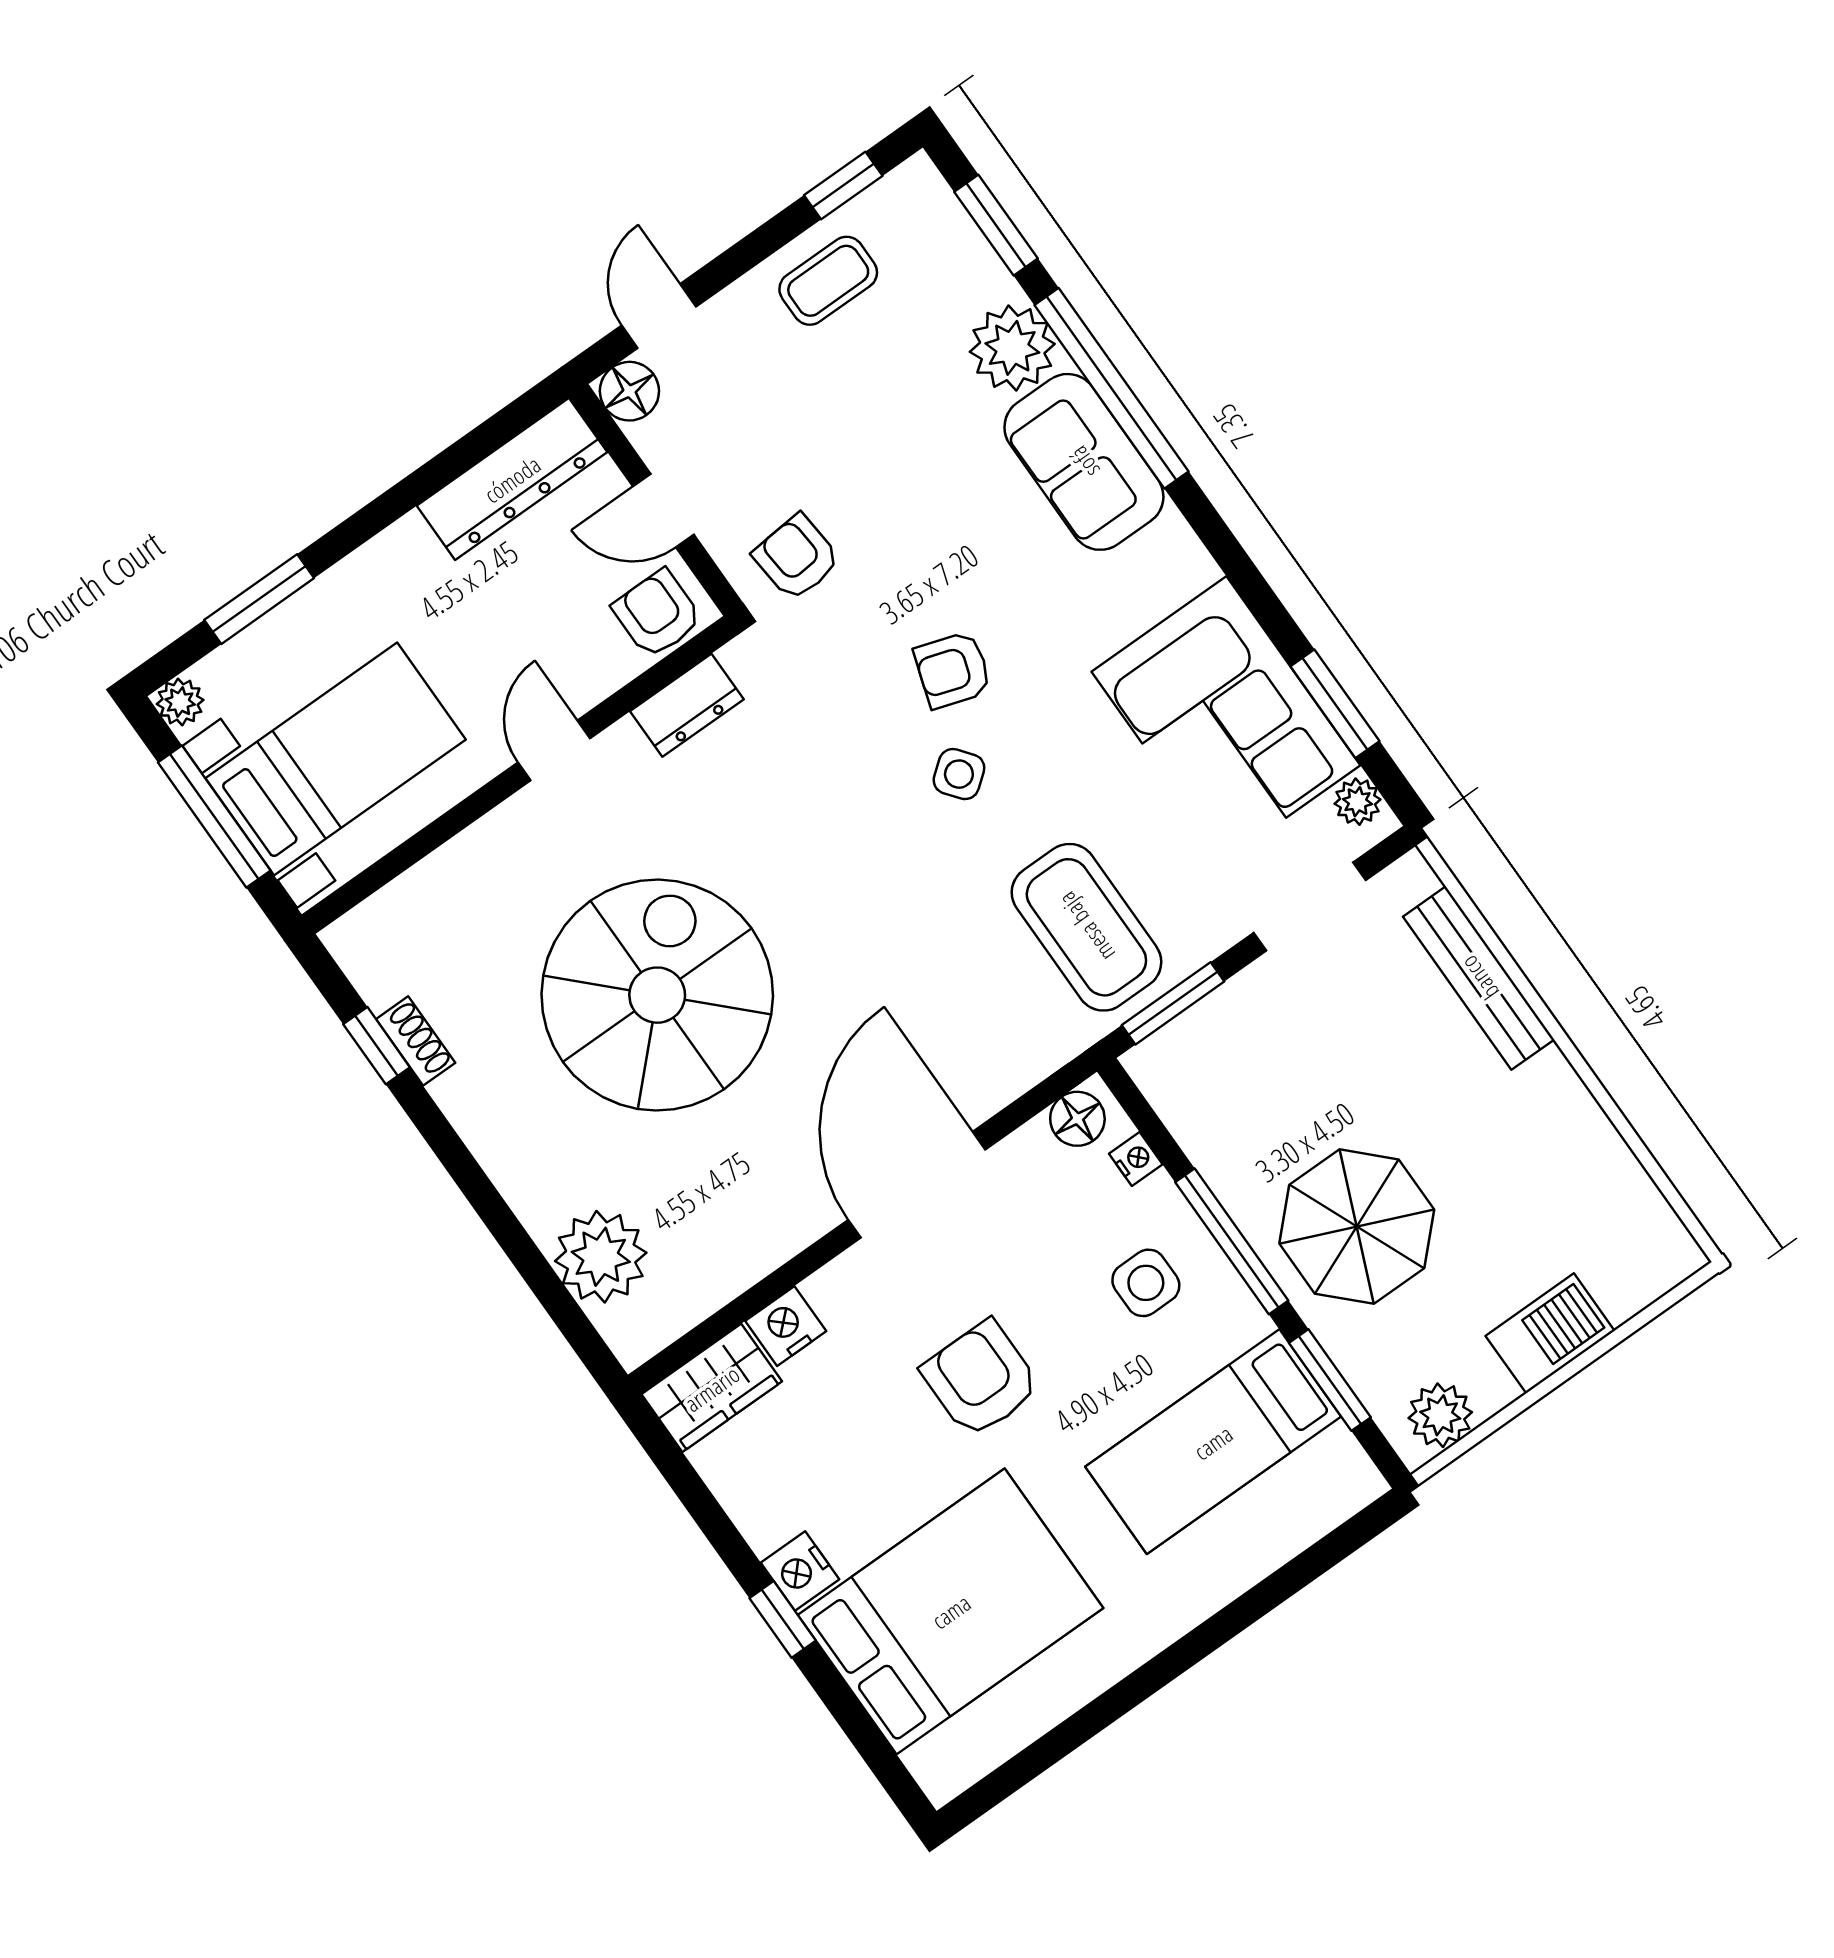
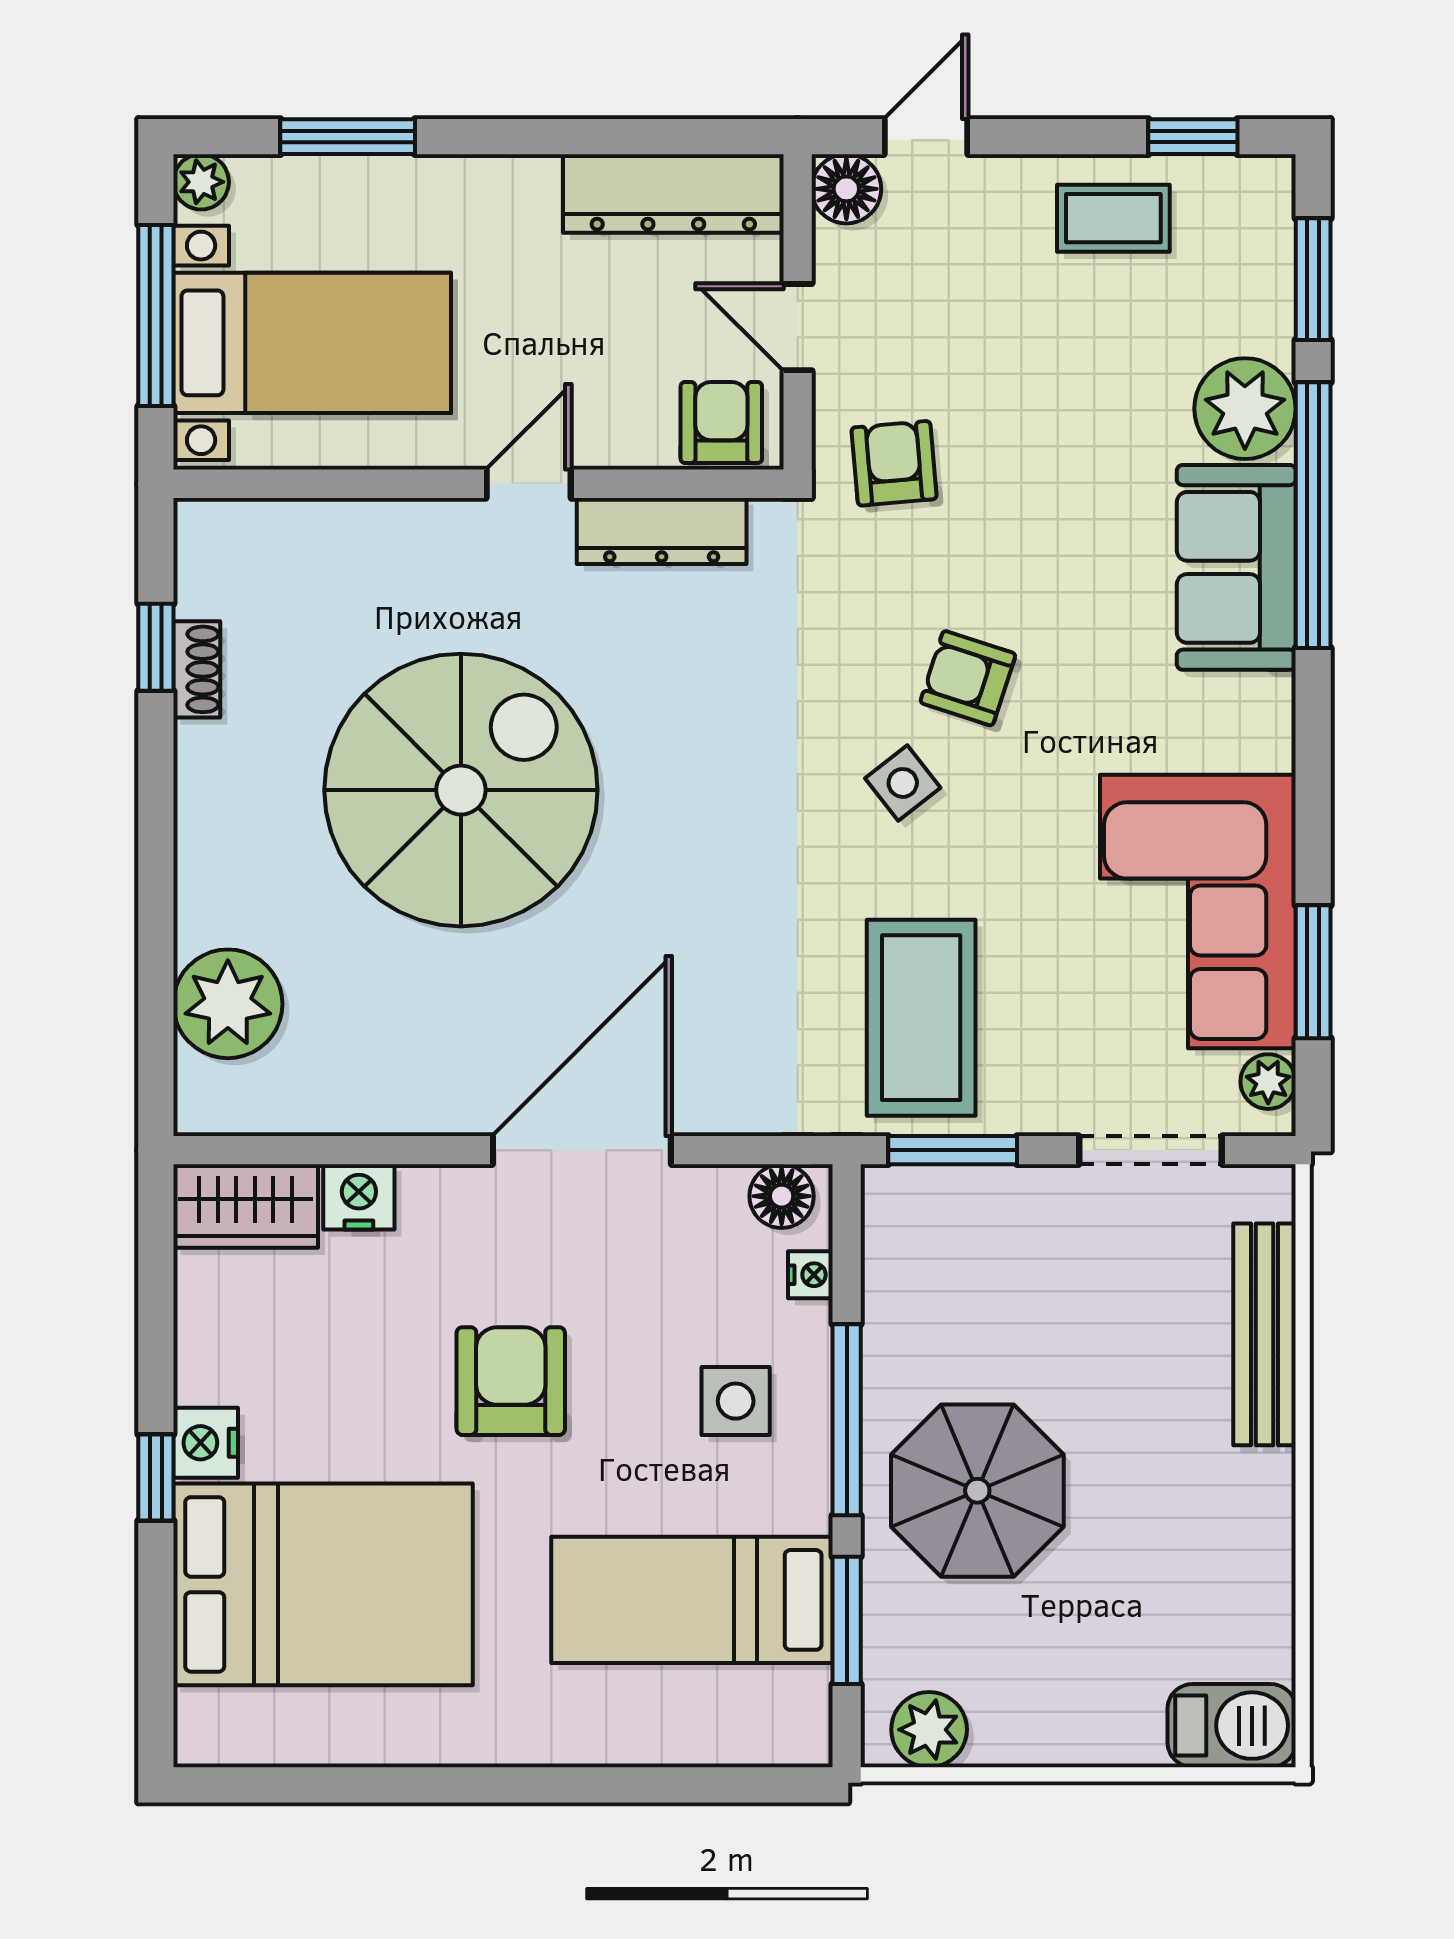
dresser: (687, 705) -> (662, 531), width x1.44
barbecue: (1550, 1333) -> (1232, 1726), moved

